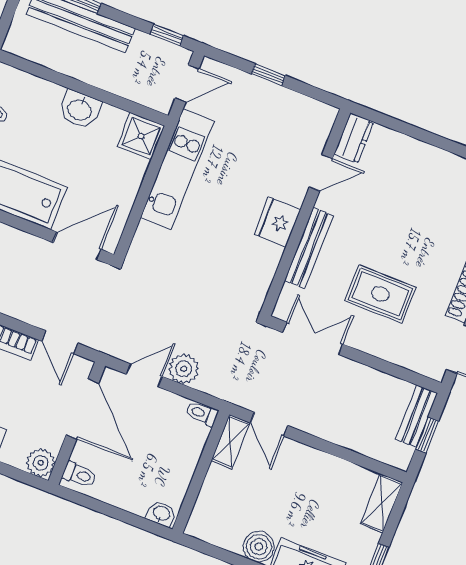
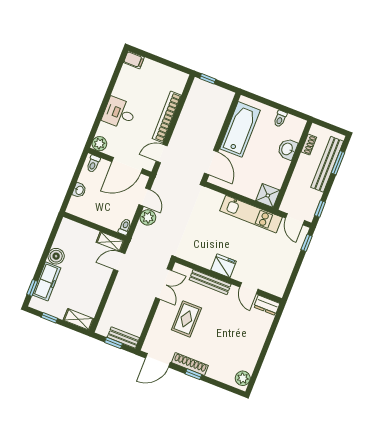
shoe rack: (42, 57) -> (309, 145), added
window: (268, 75) -> (307, 243), moved
washbasin: (80, 109) -> (287, 149), moved
washbasin: (161, 514) -> (79, 190), moved

